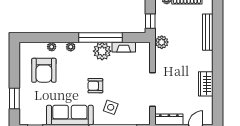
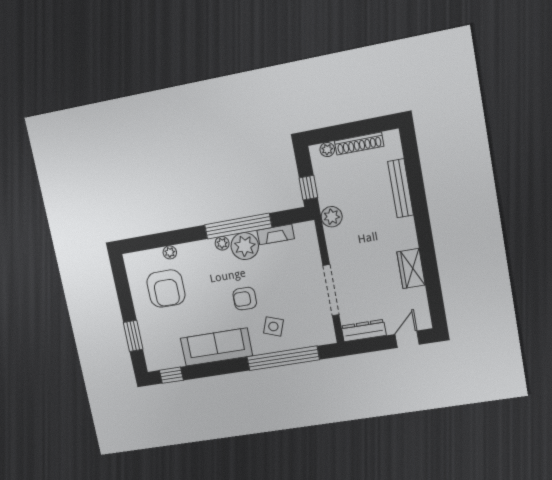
plant: (71, 47) -> (222, 243), moved

